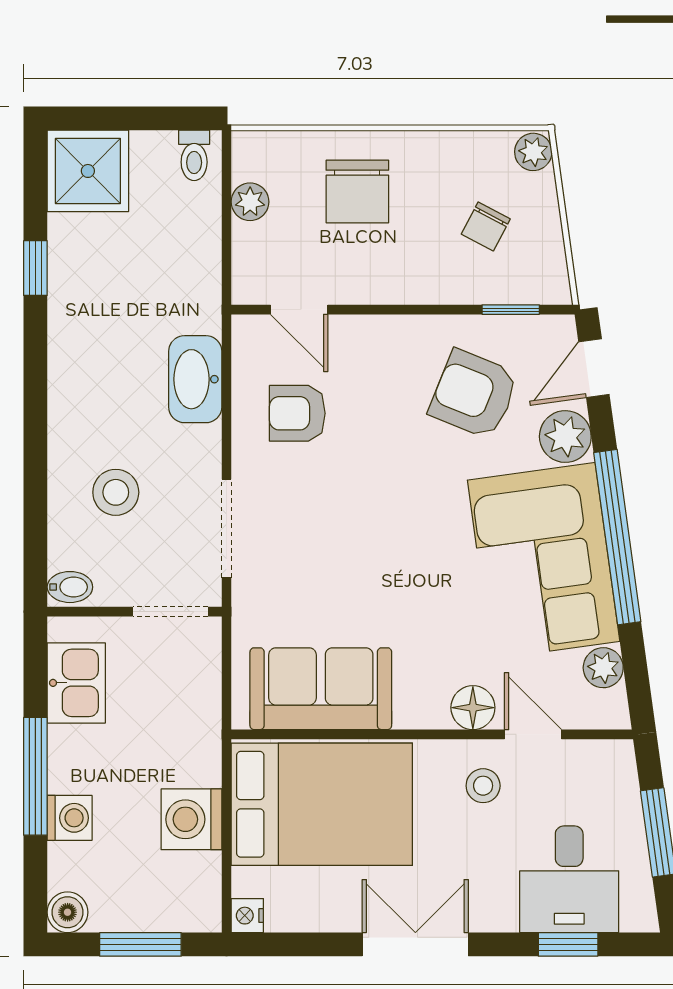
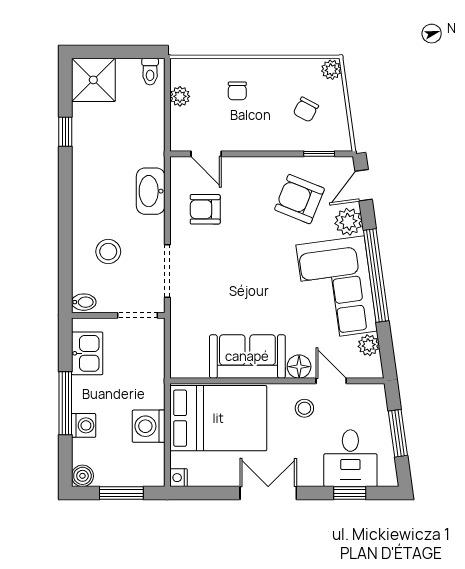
chair: (357, 192) -> (237, 91), width x0.54, depth x0.54
sofa: (321, 689) -> (247, 356), moved

